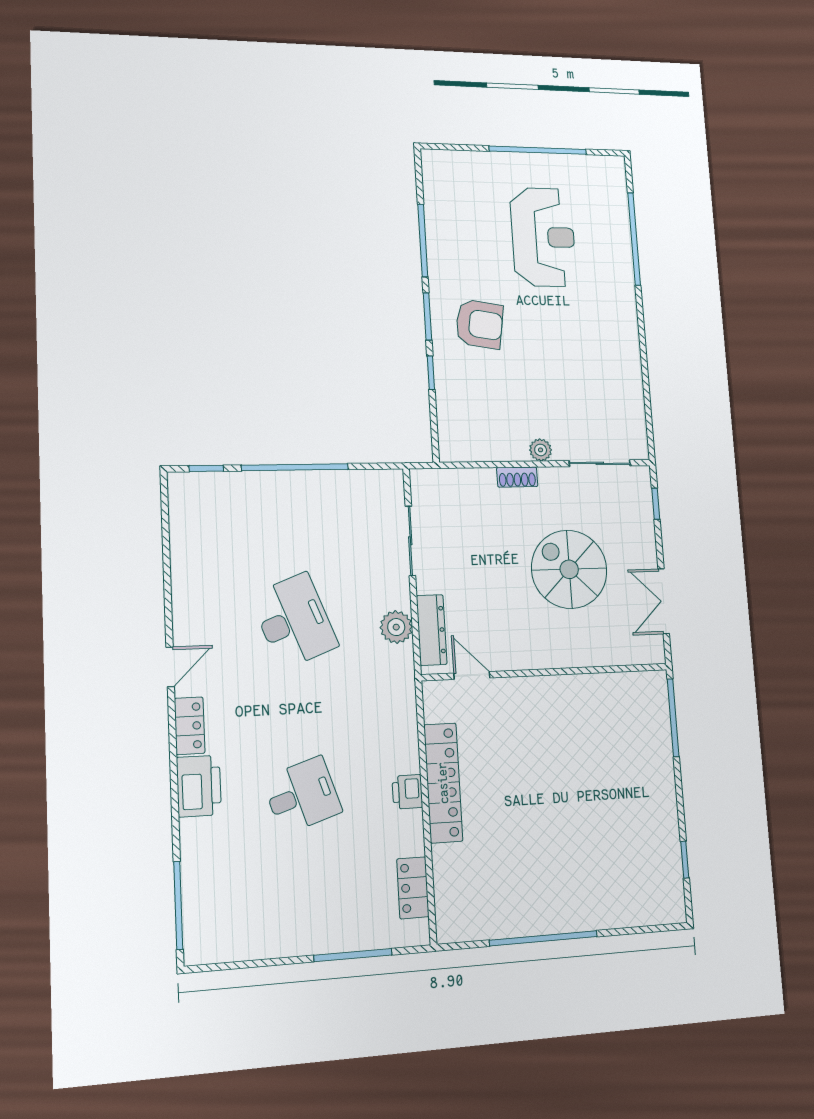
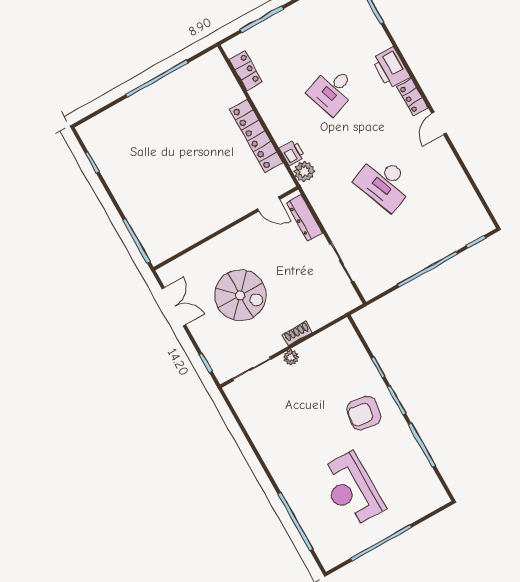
plant: (396, 627) -> (304, 171), moved
printer: (407, 792) -> (292, 153), moved

